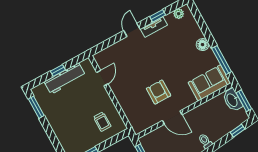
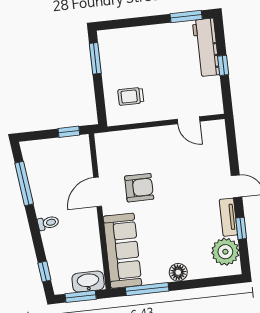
plant: (179, 14) -> (225, 252), width x1.87, depth x1.87
workbench: (65, 79) -> (206, 47), moved
sofa: (209, 83) -> (122, 251), width x1.36

